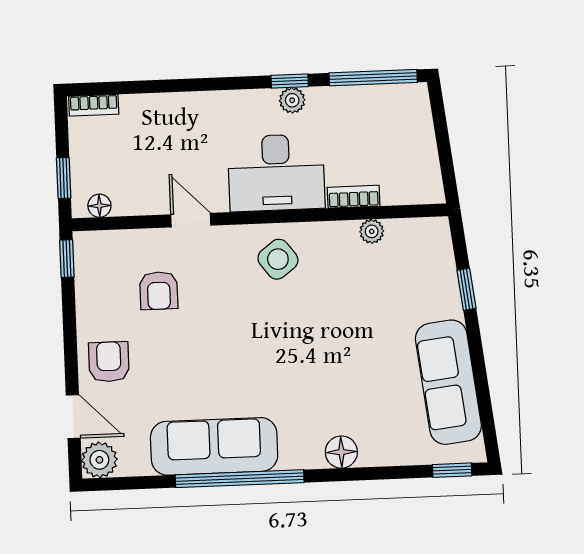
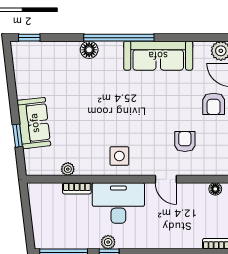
side table: (278, 259) -> (119, 156), turned 37
sofa: (448, 382) -> (34, 123), moved, width x0.73
window: (240, 479) -> (119, 38), moved

